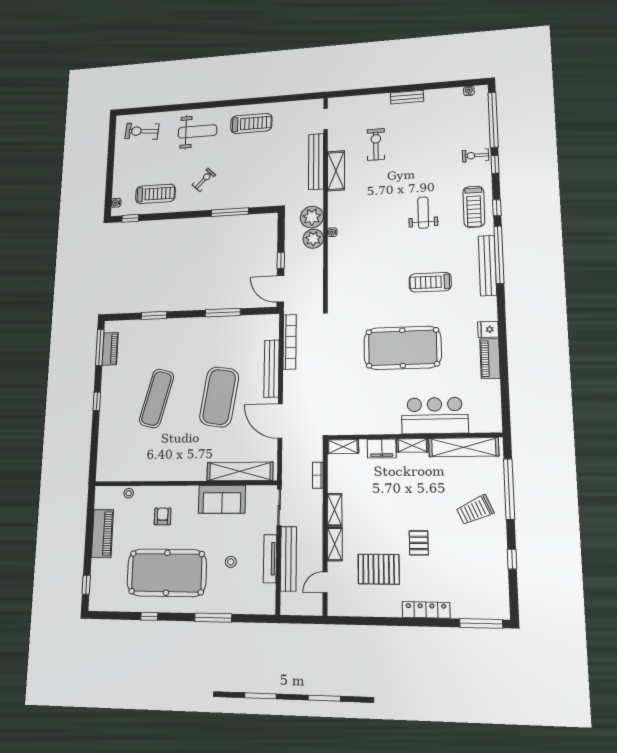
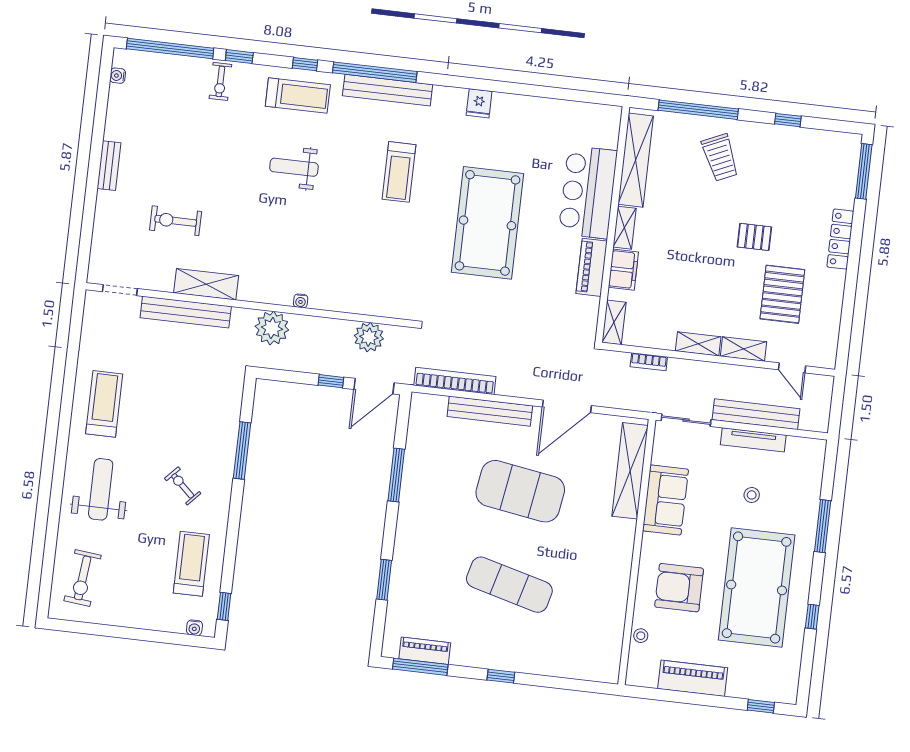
plant: (313, 239) -> (369, 337), moved
piano: (490, 358) -> (592, 267), moved, turned 90
armchair: (163, 516) -> (679, 588), width x1.88, depth x1.88

